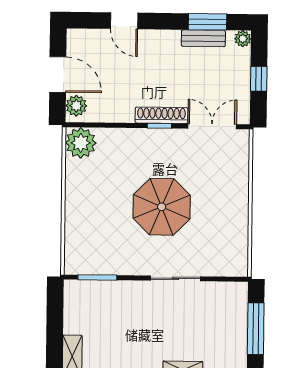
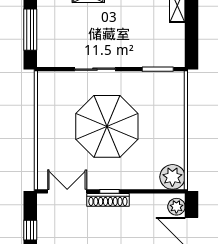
double door: (212, 126) -> (67, 191), swing flipped
parasol: (162, 207) -> (107, 126), width x1.36, depth x1.36

